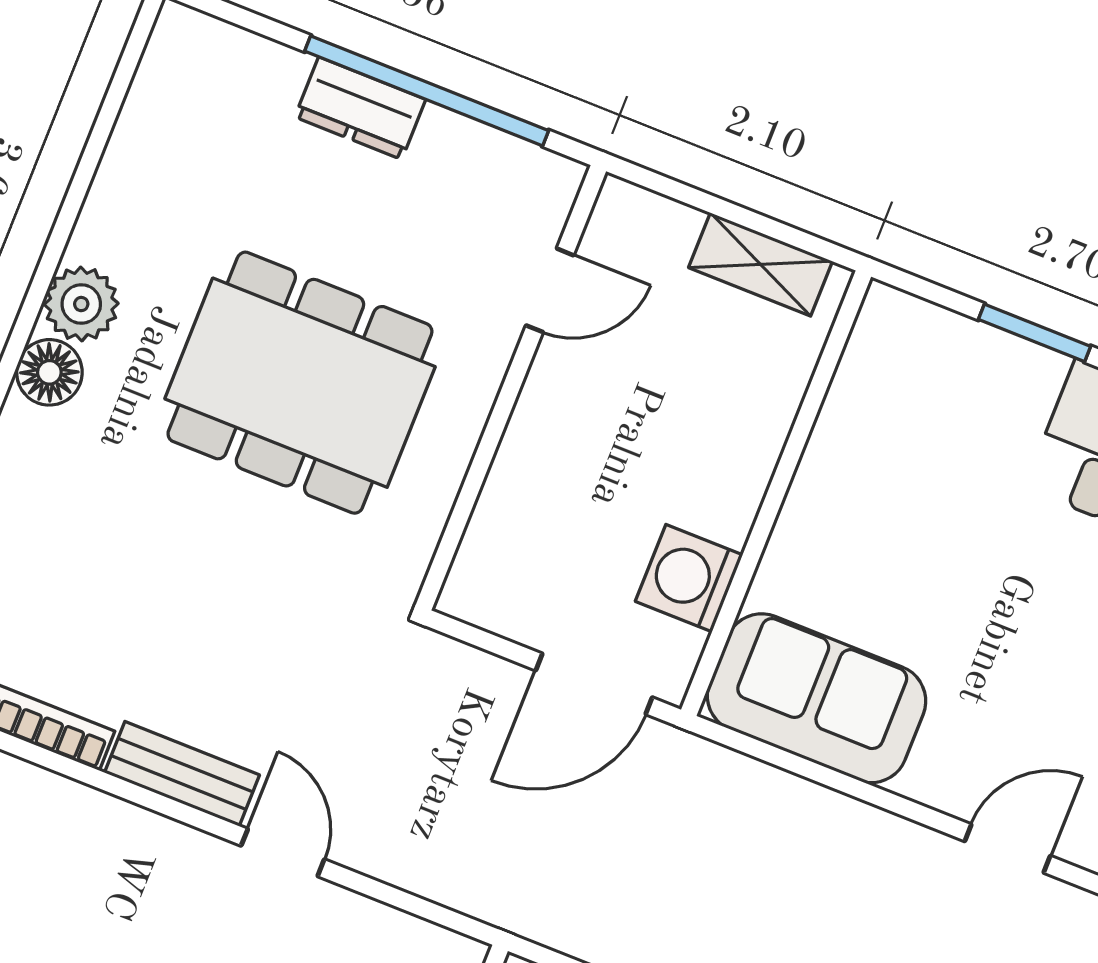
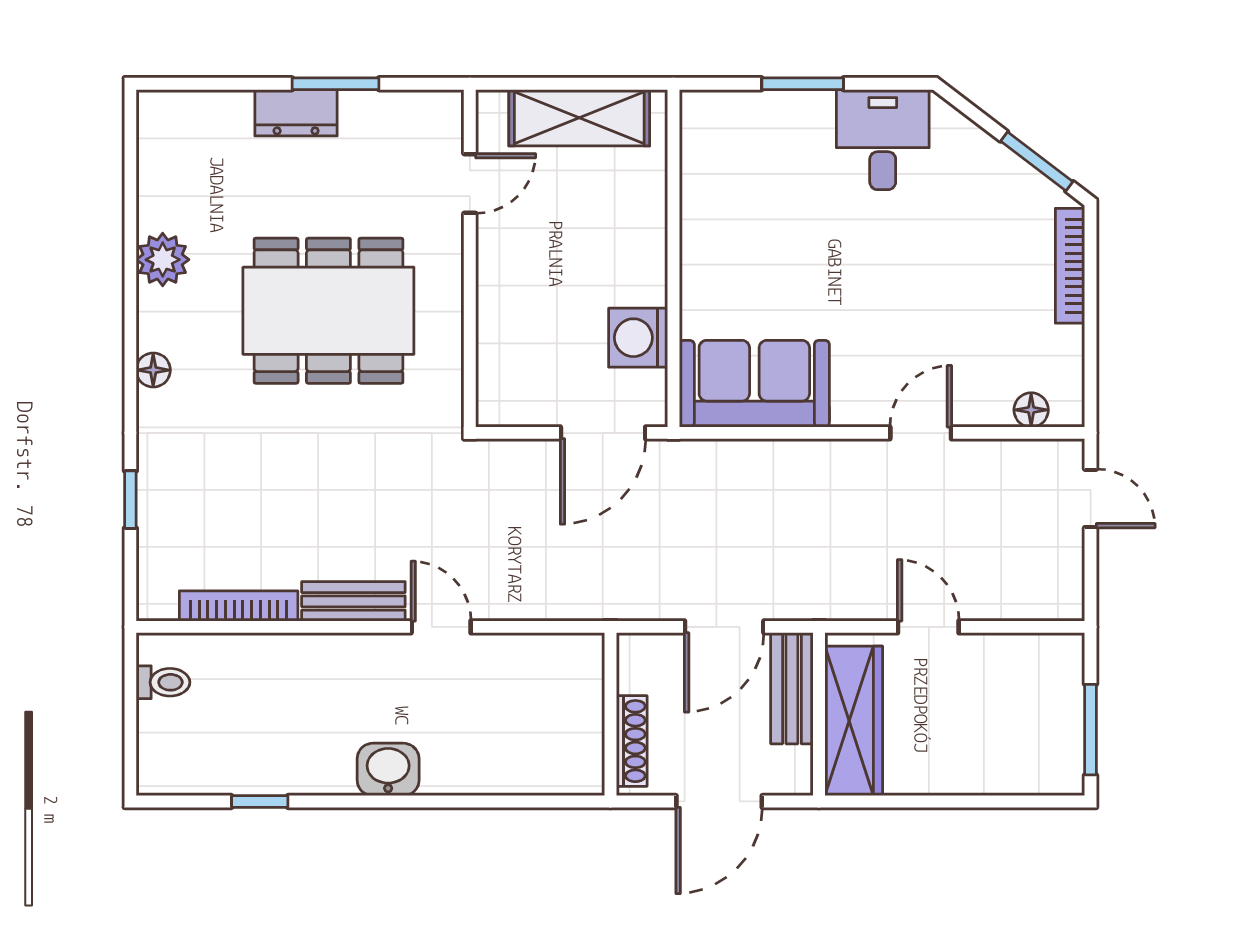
window: (427, 91) -> (335, 84), width x0.47
shelving: (760, 264) -> (579, 118), width x1.50, depth x1.33
plant: (81, 304) -> (163, 260), moved
floor lamp: (49, 372) -> (153, 370), width x0.73, depth x0.73

